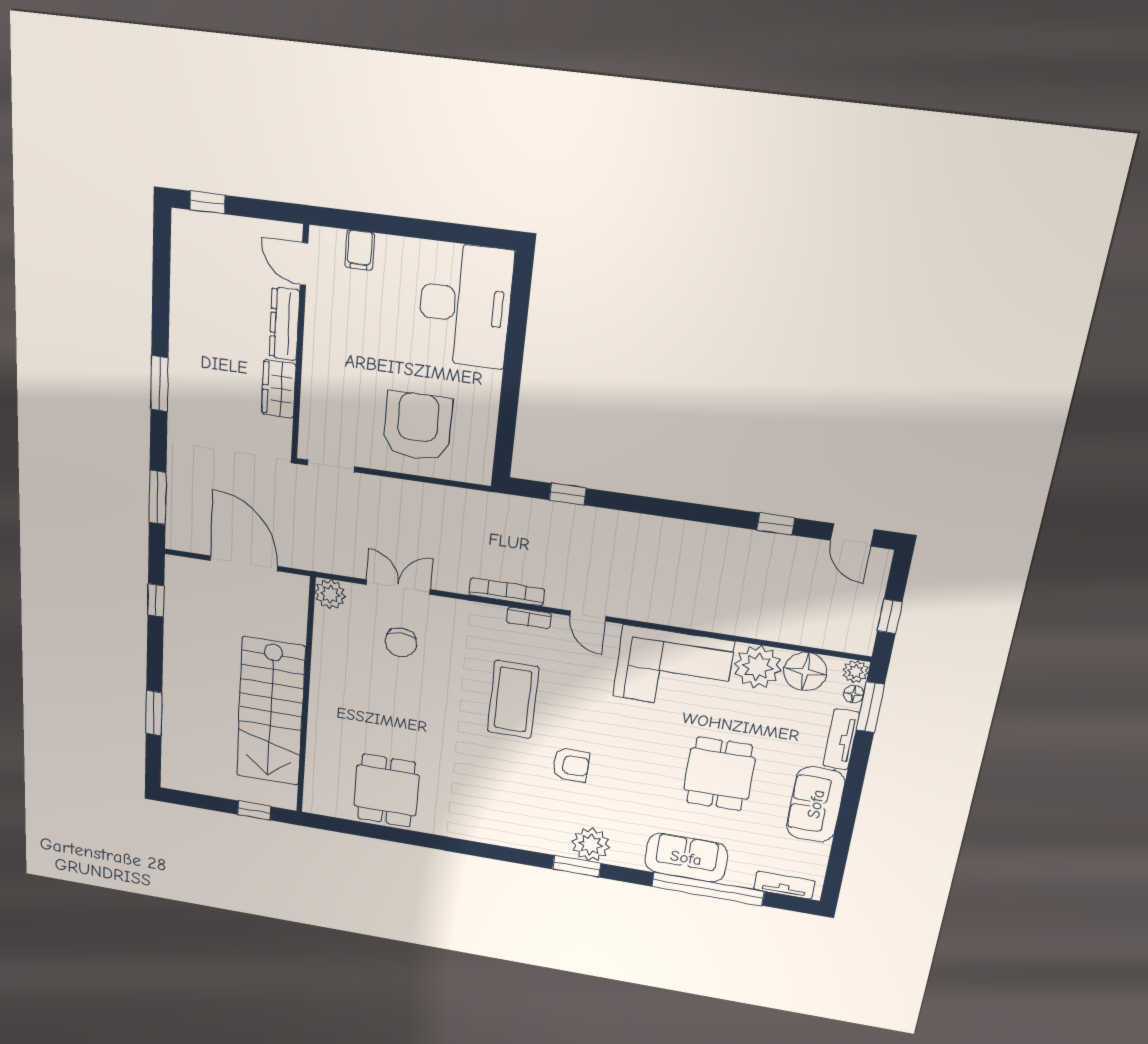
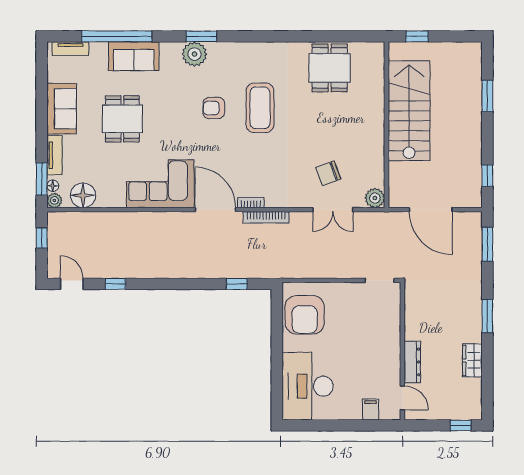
wardrobe: (279, 389) -> (472, 360), moved, turned 180
armchair: (418, 426) -> (305, 315), moved
door: (588, 616) -> (215, 210), width x1.87
chair: (401, 642) -> (328, 173), turned -110
plant: (758, 667) -> (111, 194), removed
coffee table: (513, 699) -> (260, 108), moved

